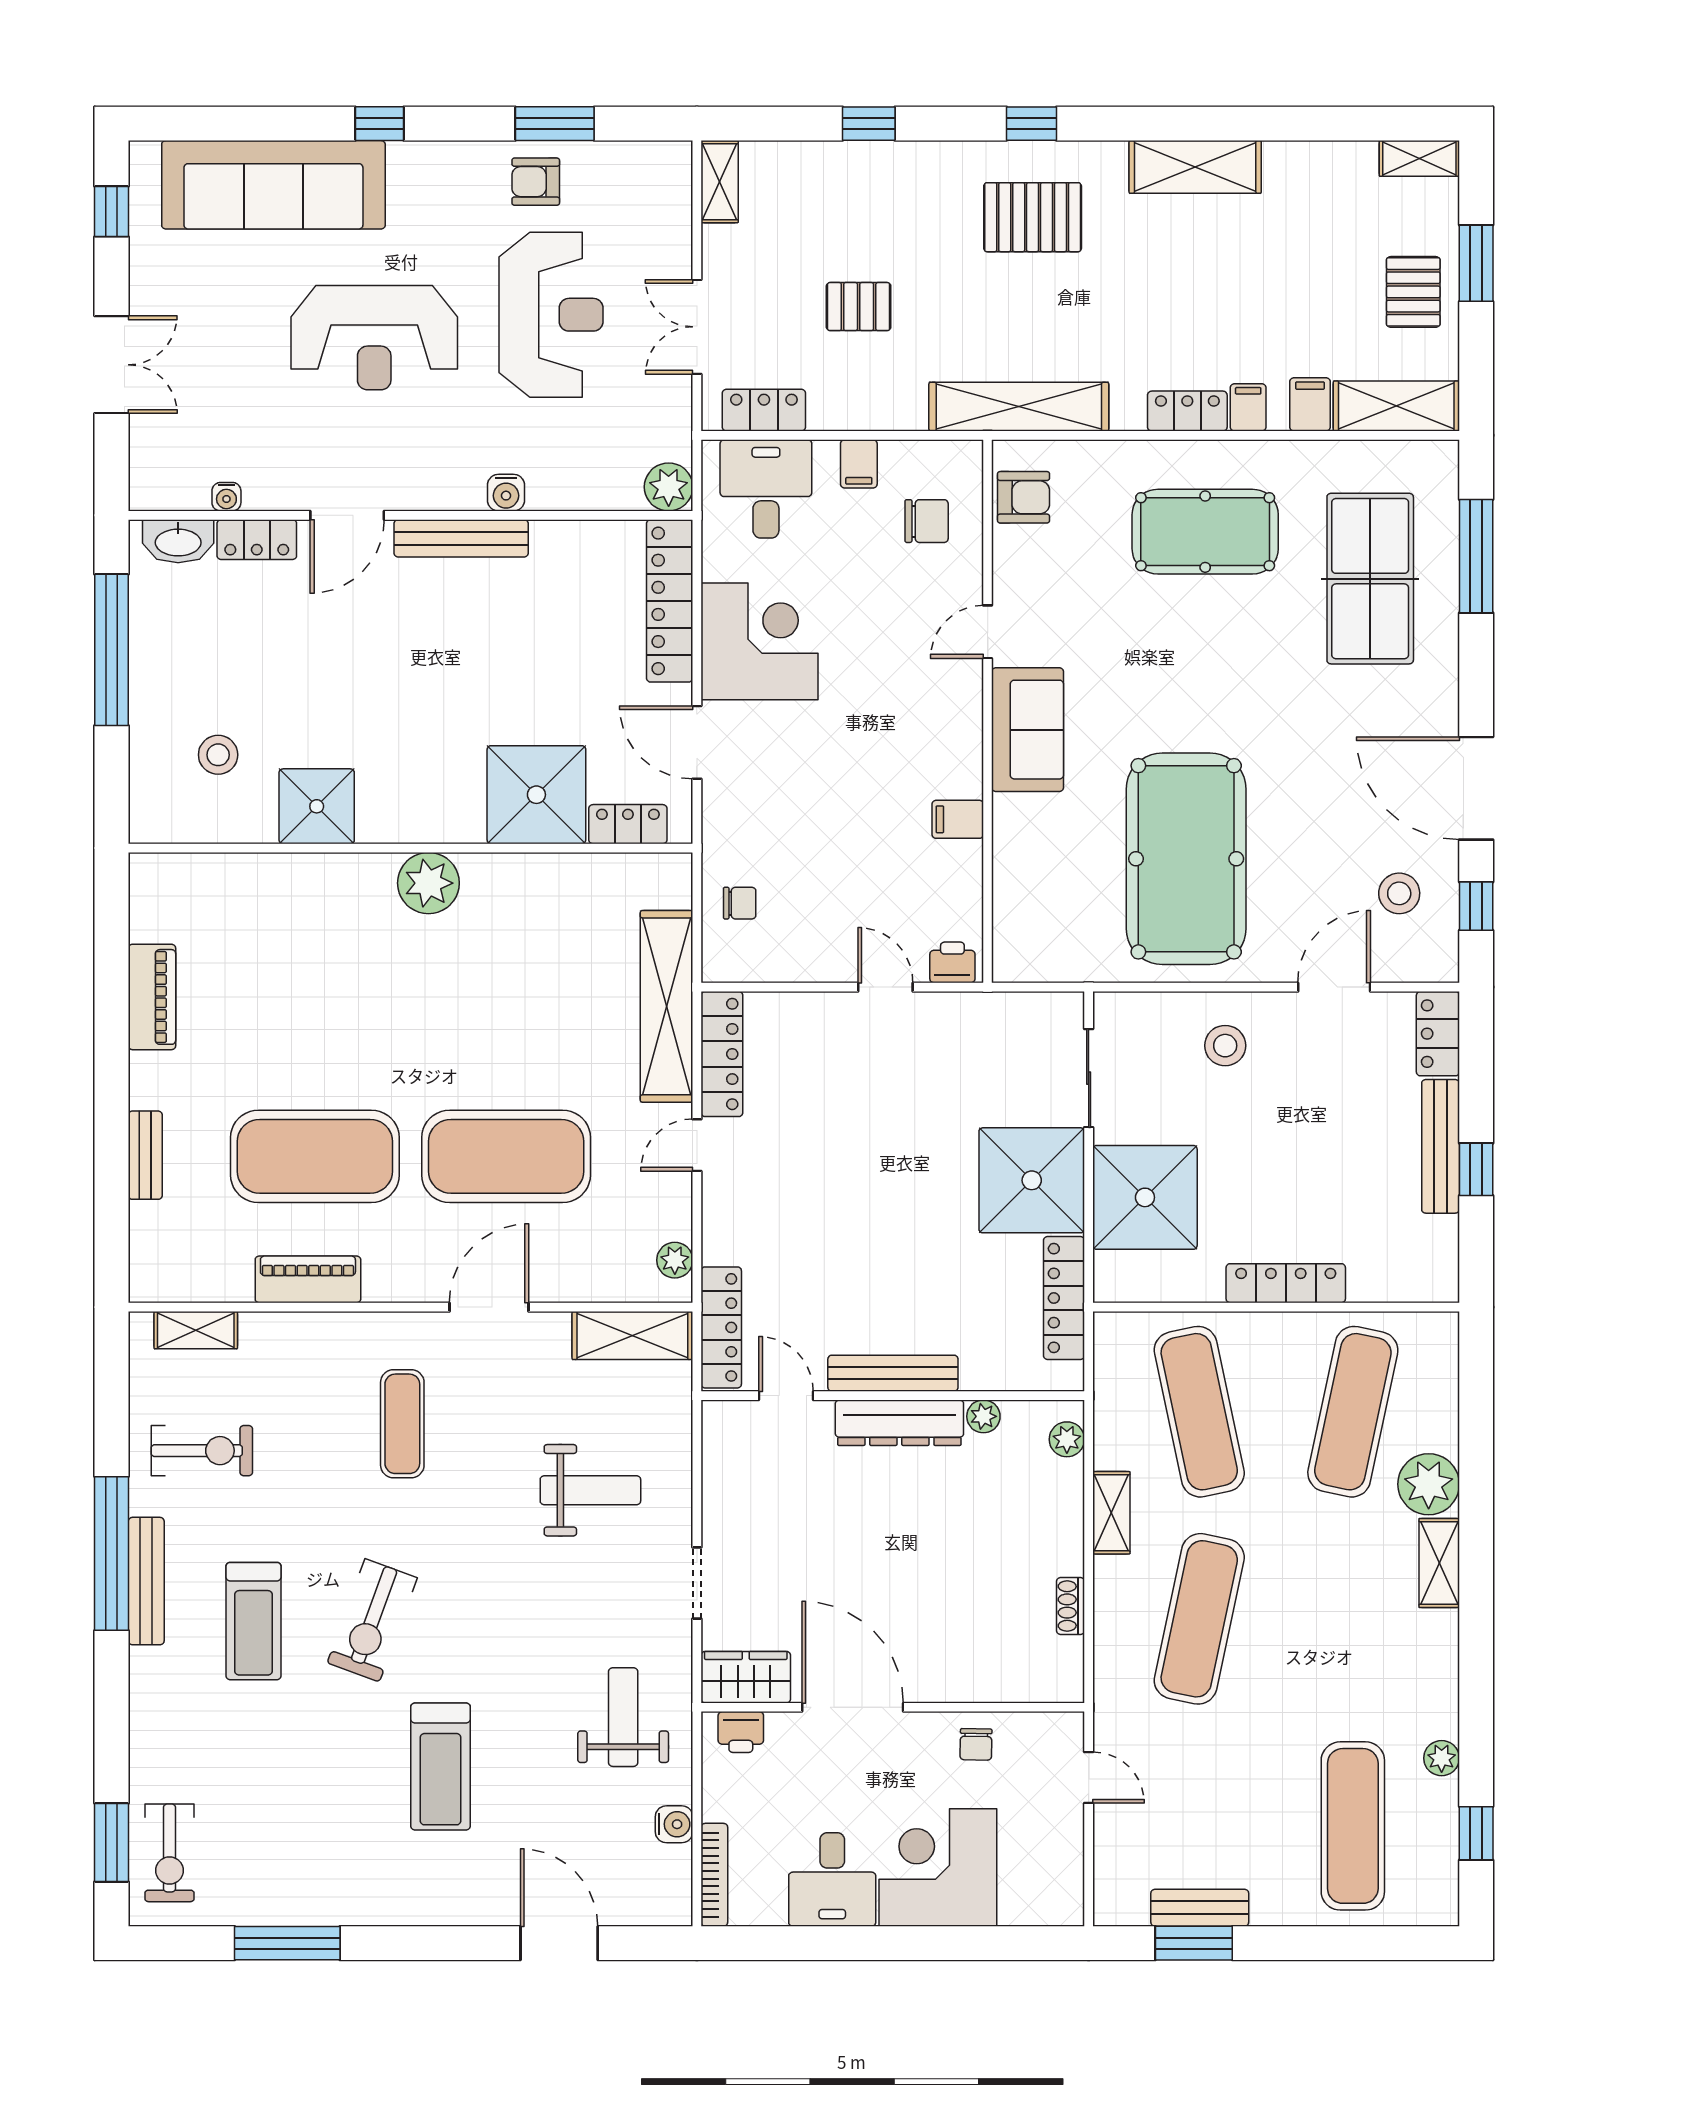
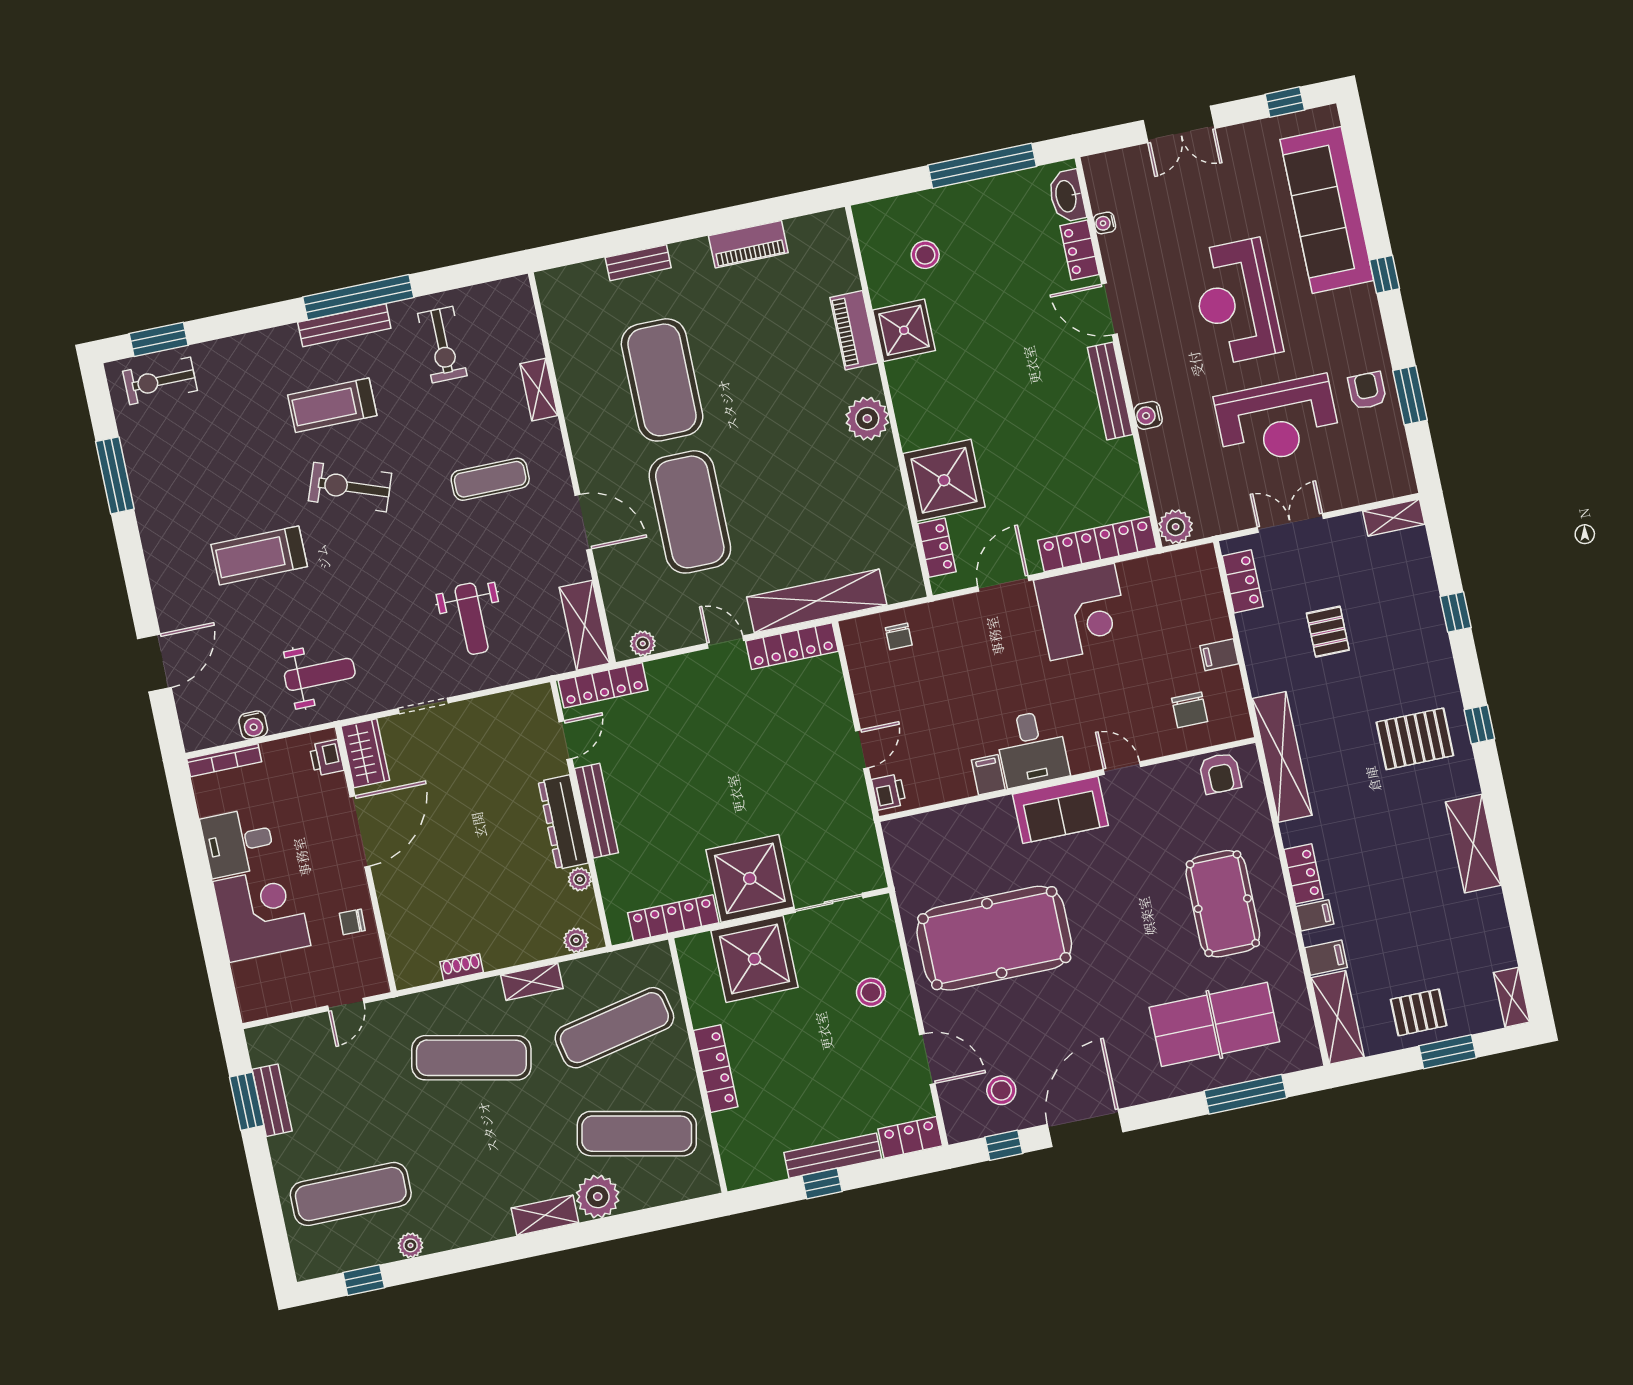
pallet: (1033, 217) -> (1415, 739), turned 90
desk: (766, 489) -> (1032, 748), moved, turned 90
piano: (308, 1279) -> (854, 330), moved, turned 180
shelving: (196, 1330) -> (539, 390), moved

